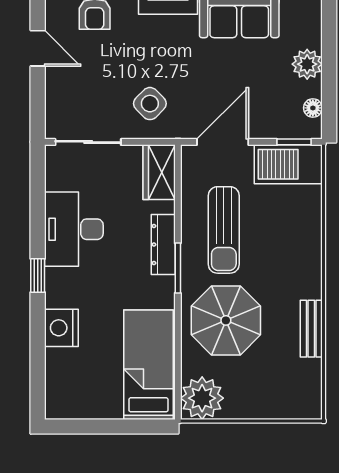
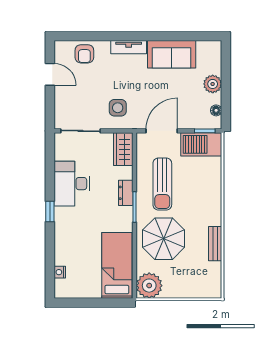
side table: (150, 104) -> (118, 108), turned 45
dresser: (163, 245) -> (126, 193), width x0.70
nightstand: (61, 328) -> (60, 272), moved, width x0.53, depth x0.56

